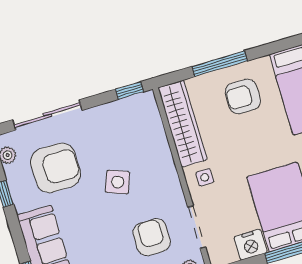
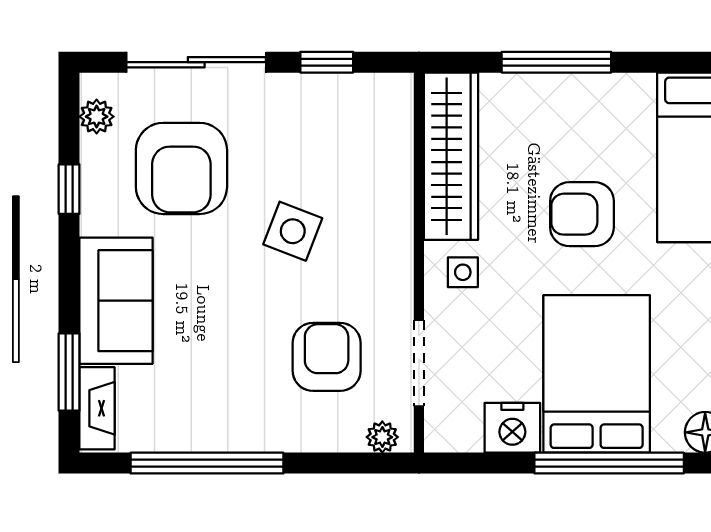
window: (129, 91) -> (327, 62), moved
armchair: (243, 96) -> (582, 214), moved
armchair: (55, 168) -> (181, 168), turned 90

